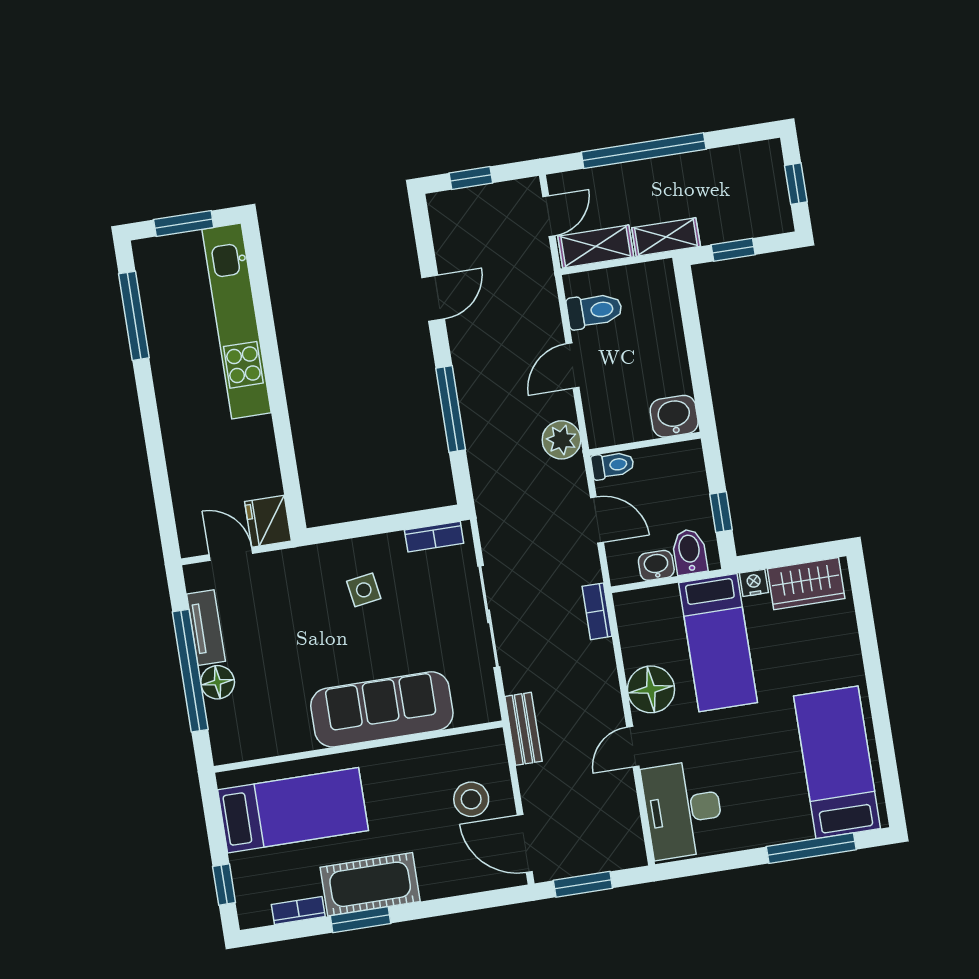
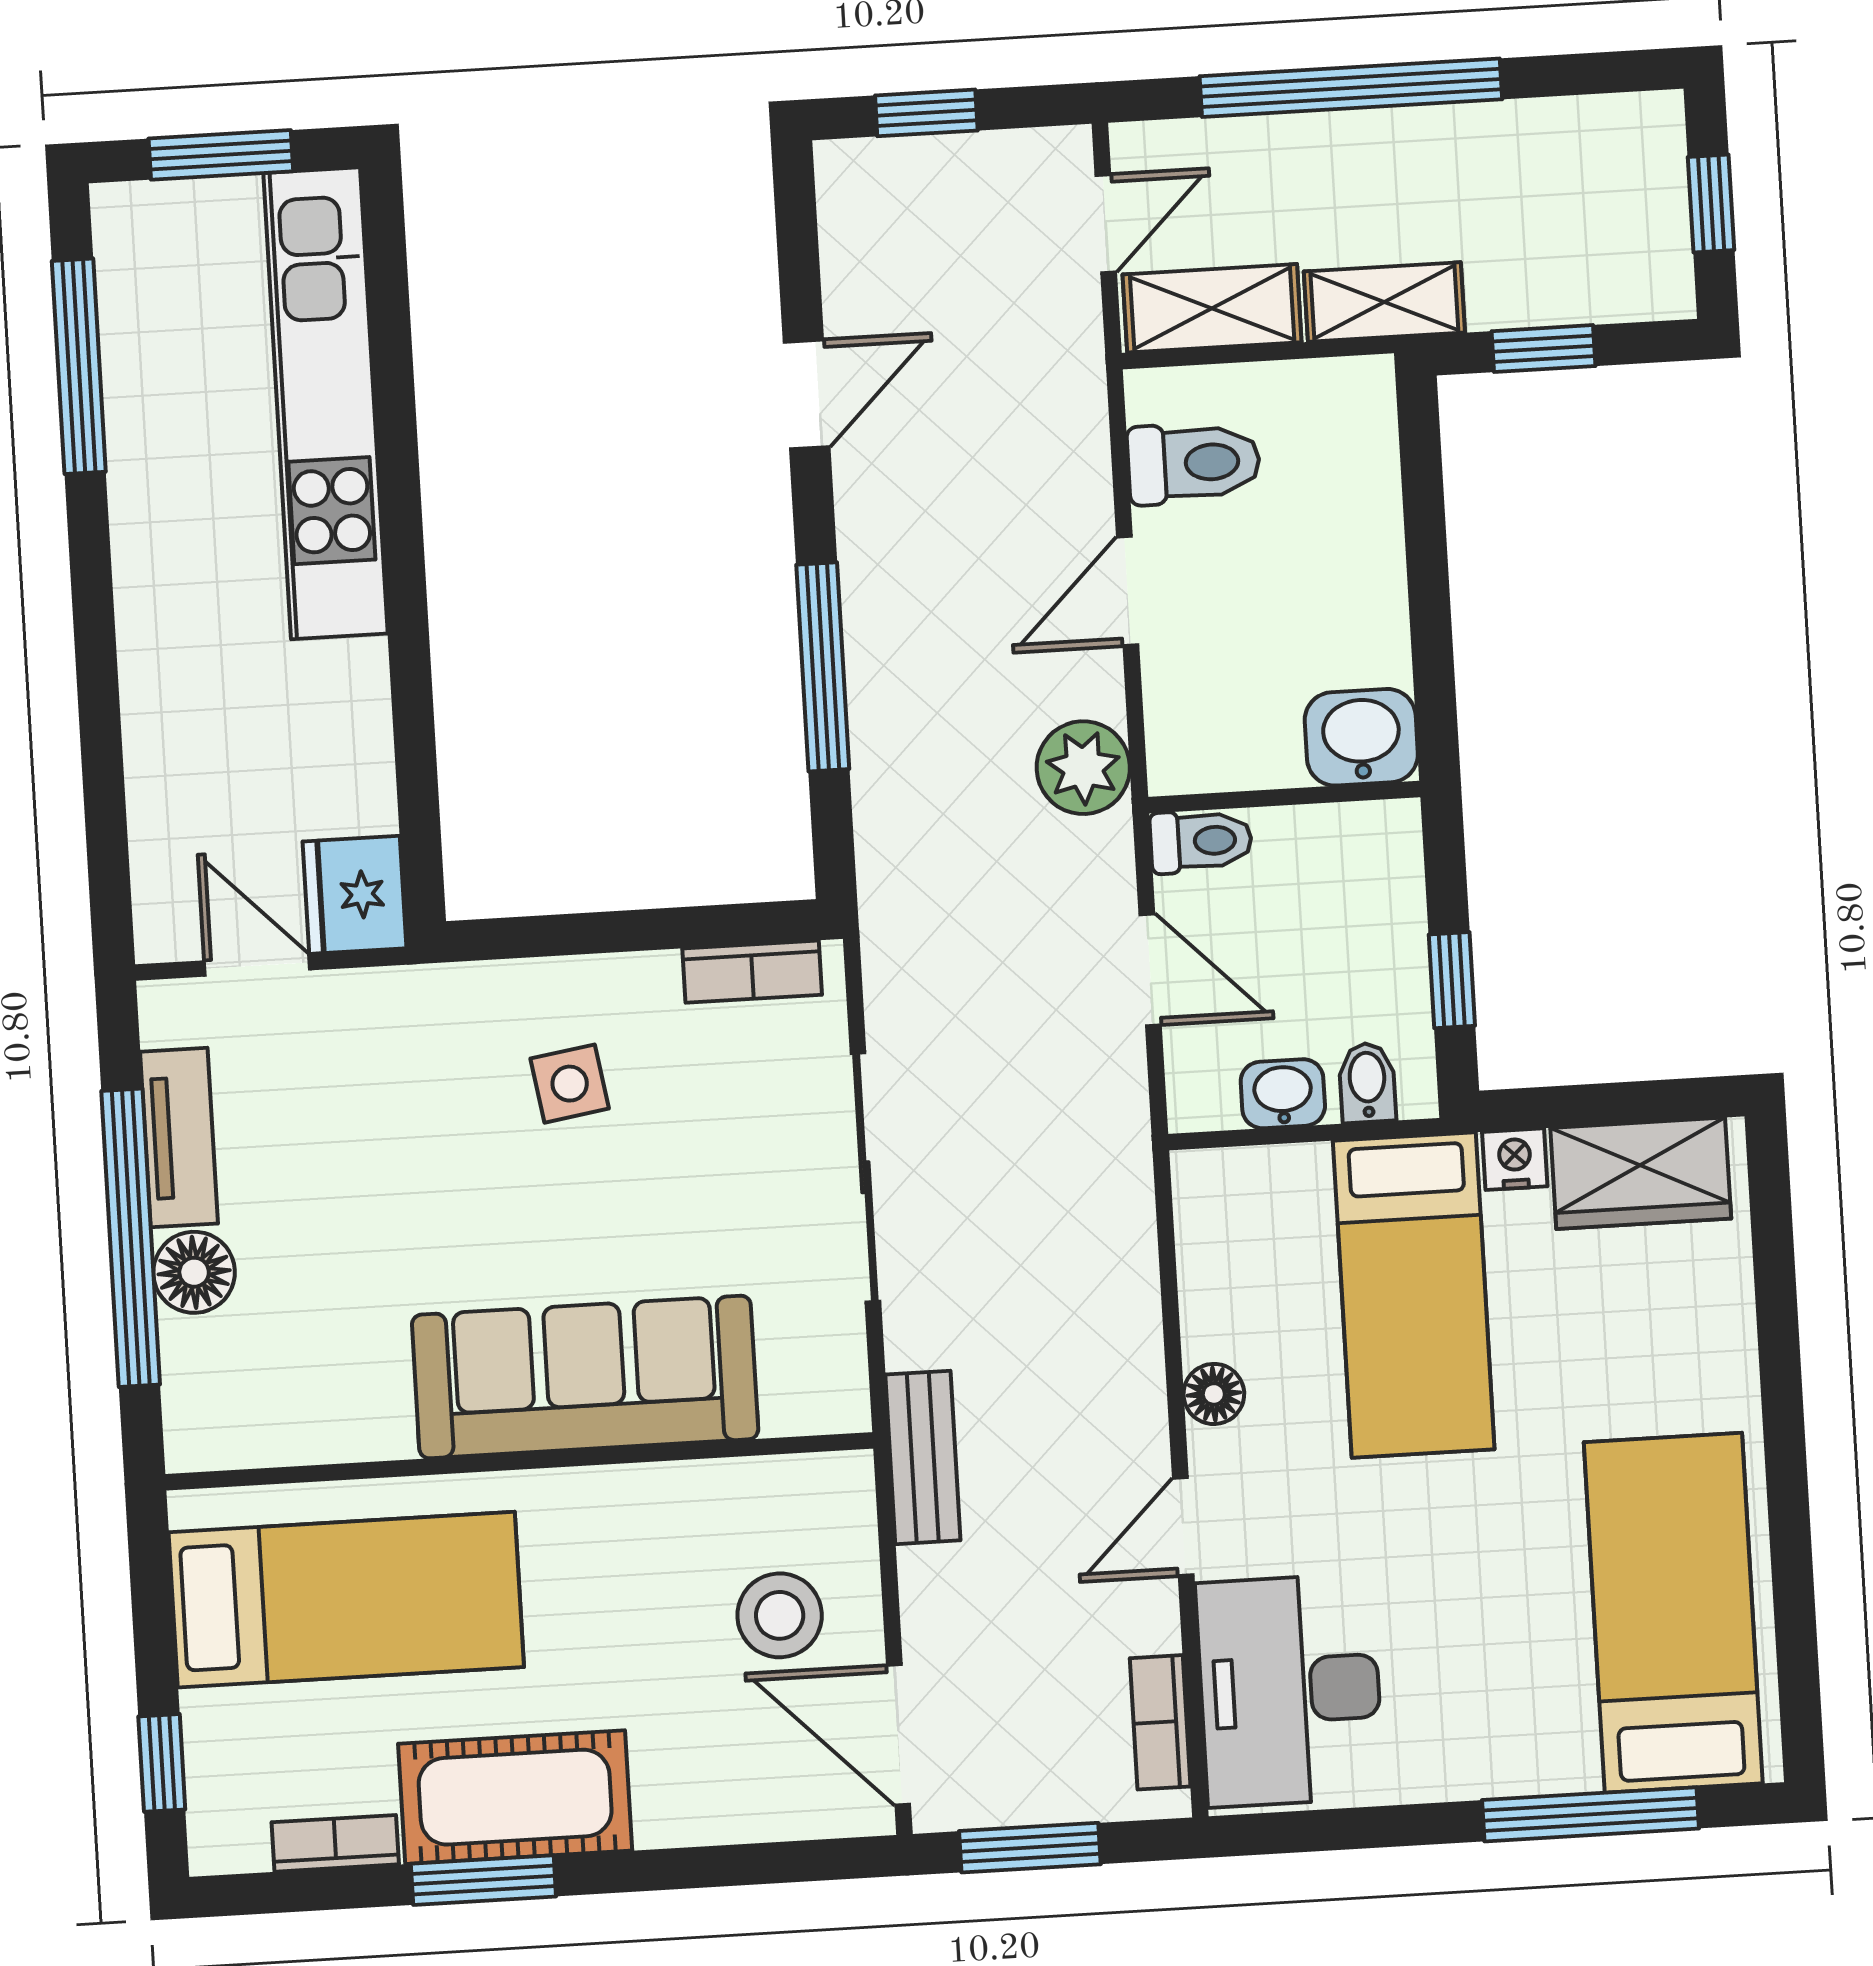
bidet: (690, 552) -> (1367, 1083), width x0.72, depth x0.74
bookcase: (597, 611) -> (1160, 1722), moved
floor lamp: (651, 689) -> (1214, 1394), width x0.53, depth x0.53

